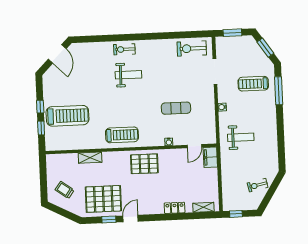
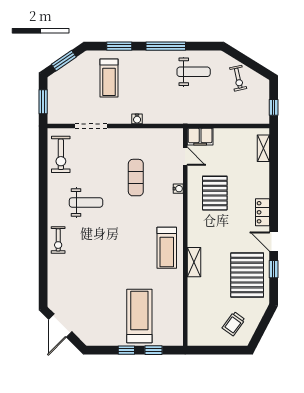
door: (57, 54) -> (60, 326), swing flipped
weight bench: (128, 75) -> (86, 202), moved, turned 90
window: (279, 91) -> (119, 46), width x0.69
window: (280, 127) -> (166, 46), added
treadmill: (122, 135) -> (167, 248), turned 180
weight bench: (241, 137) -> (194, 72), moved, turned 90
shelving: (90, 158) -> (194, 262), moved
pallet: (144, 164) -> (215, 193), moved
locker: (175, 208) -> (262, 212), moved

